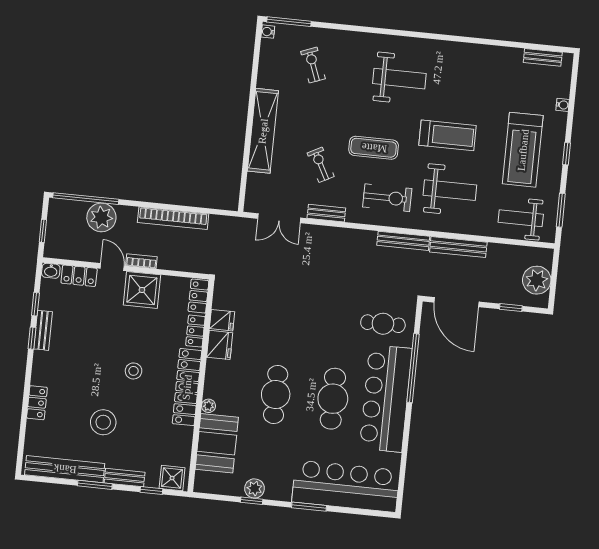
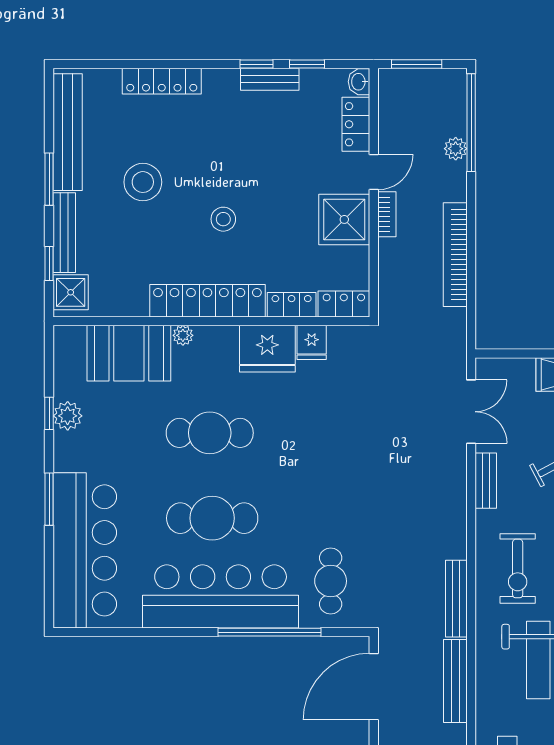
plant: (101, 217) -> (456, 149), width x0.53, depth x0.53
double door: (279, 218) -> (471, 412), swing flipped
window: (43, 231) -> (417, 64), width x1.50
fridge: (220, 345) -> (267, 349), width x1.36, depth x1.34
locker: (37, 403) -> (162, 81), width x1.53
bench: (125, 478) -> (64, 233), width x1.36

